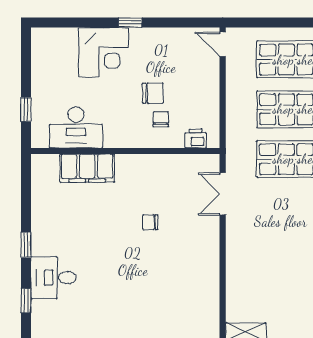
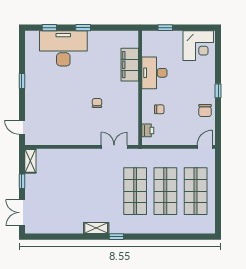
corner desk: (104, 52) -> (198, 46), moved, turned -90
chair: (153, 93) -> (205, 111), moved
desk: (76, 127) -> (154, 73), moved
desk: (53, 278) -> (63, 48), width x1.87, depth x1.30

